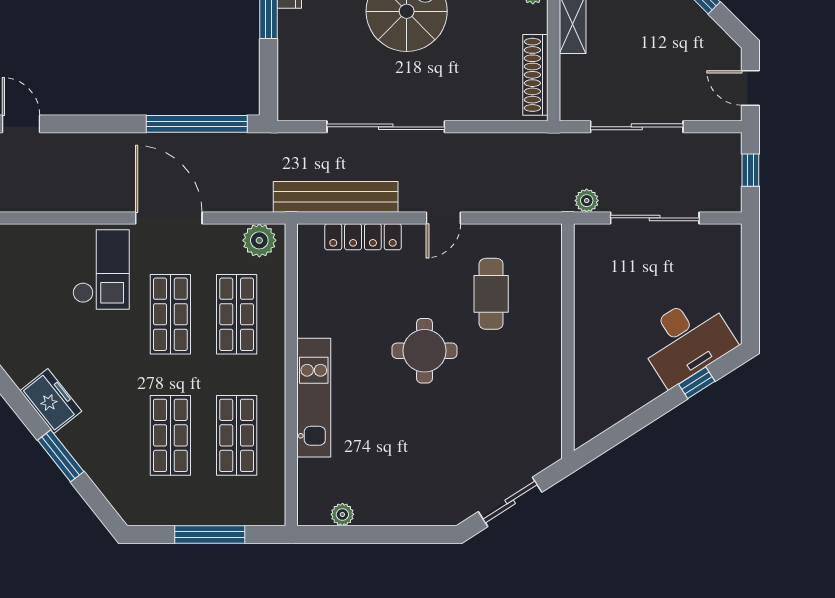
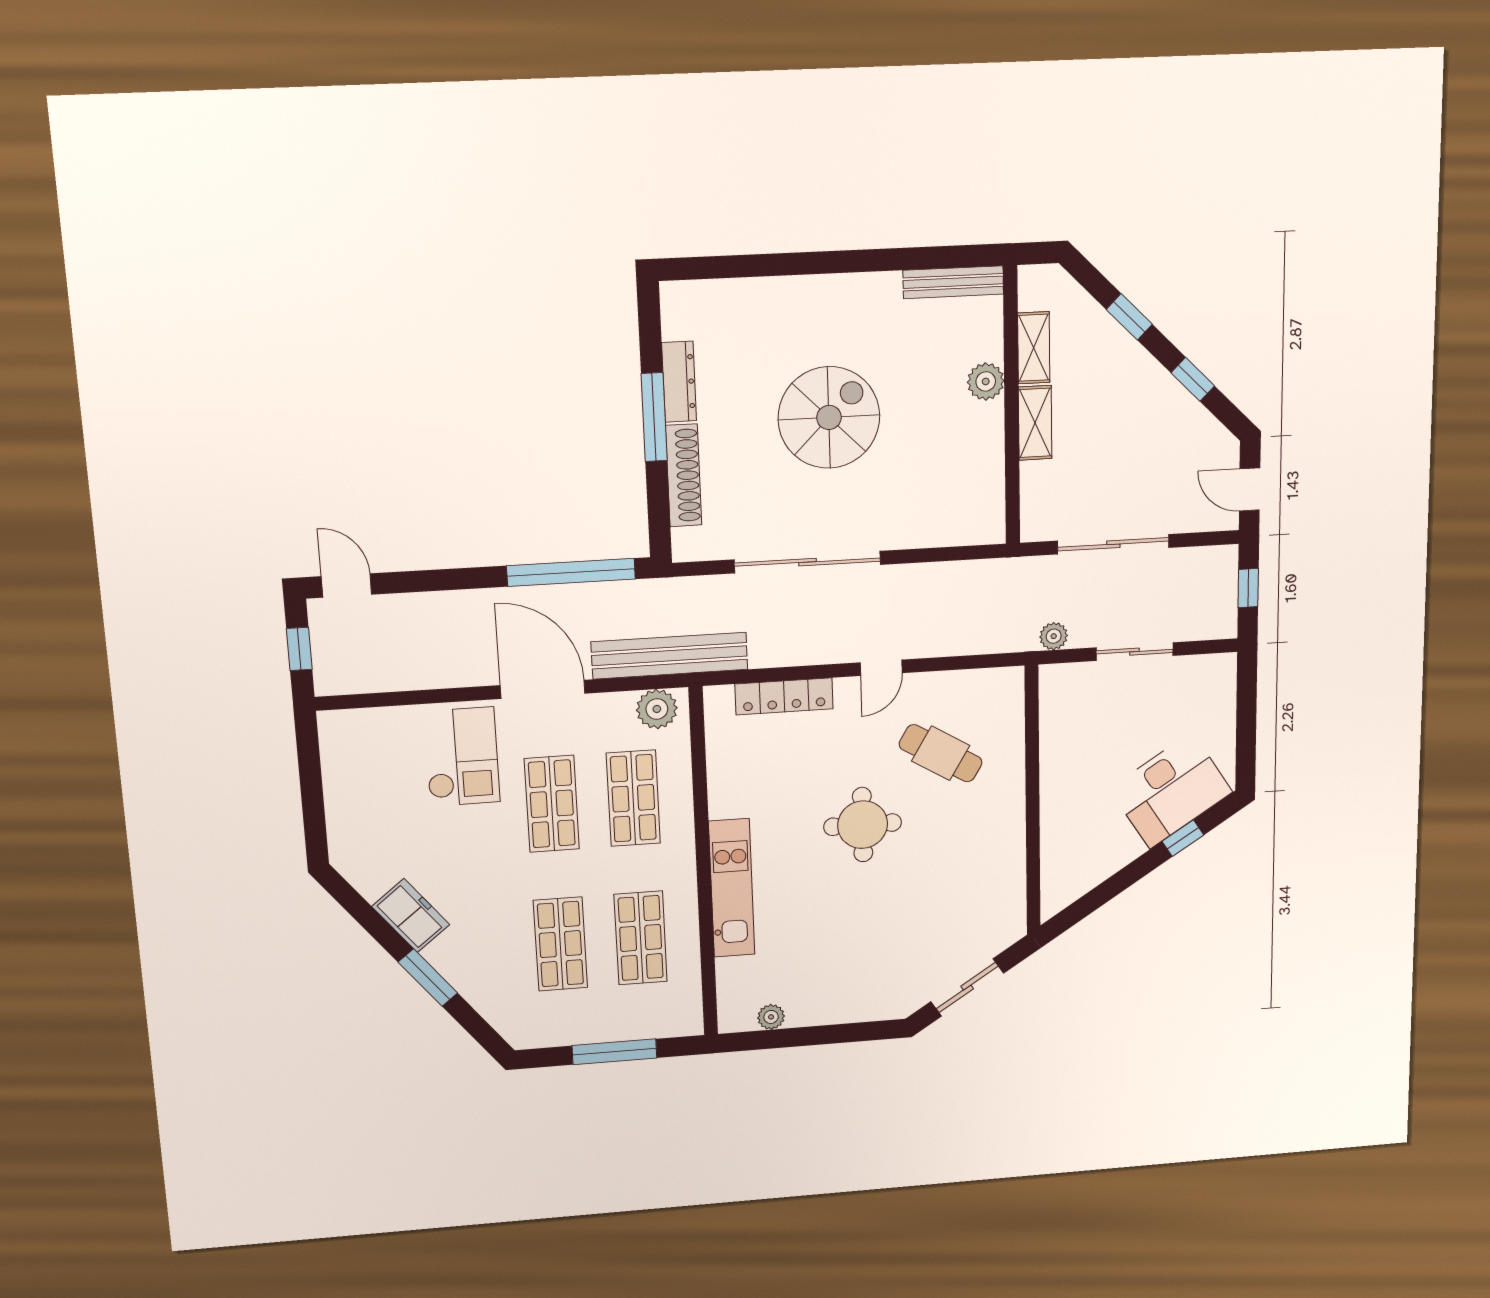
shoe rack: (535, 75) -> (684, 475), moved, turned 180
bench: (336, 197) -> (670, 656), moved
sliding door: (655, 218) -> (1135, 652), width x0.73
cafe table: (491, 294) -> (941, 753), turned -59

